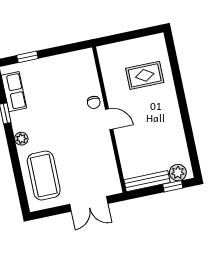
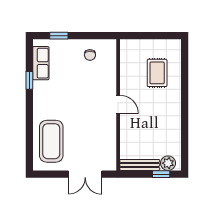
rug: (145, 75) -> (157, 73), turned 90
chair: (94, 102) -> (90, 55), moved
plant: (21, 139) -> (39, 105), removed

